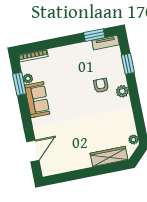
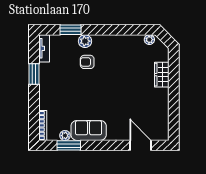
window: (94, 35) -> (34, 74), moved
plant: (122, 91) -> (85, 41), moved
wardrobe: (109, 156) -> (162, 75), width x0.67

